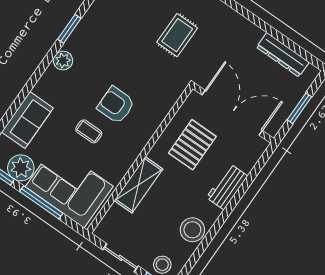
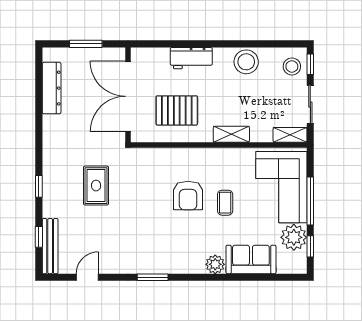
rug: (177, 35) -> (96, 186), turned 90
plant: (63, 61) -> (215, 264), moved
shelving: (138, 185) -> (231, 134), width x0.67, depth x0.75
shelving: (107, 224) -> (290, 135), added

